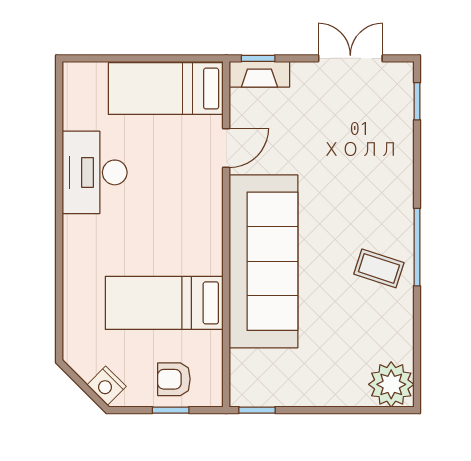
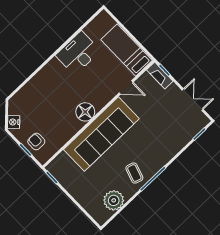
floor lamp: (202, 253) -> (85, 112), added
bed: (164, 303) -> (58, 115), removed
plant: (391, 384) -> (114, 200), moved

